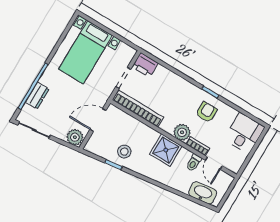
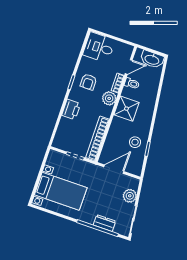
printer: (145, 65) -> (71, 109), moved
armchair: (206, 112) -> (88, 82), turned -90
door: (98, 120) -> (114, 169), swing flipped
plant: (75, 137) -> (130, 196), moved
washbasin: (203, 193) -> (152, 59), moved, turned -83

